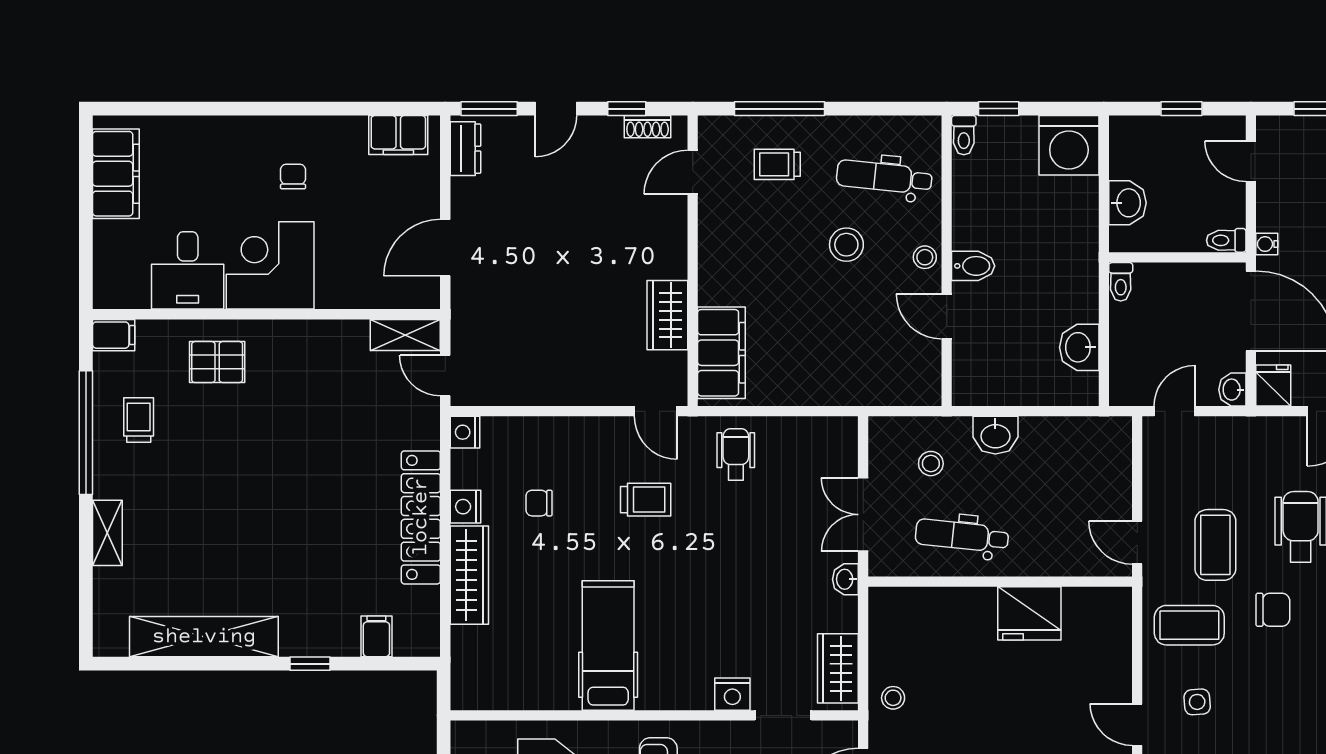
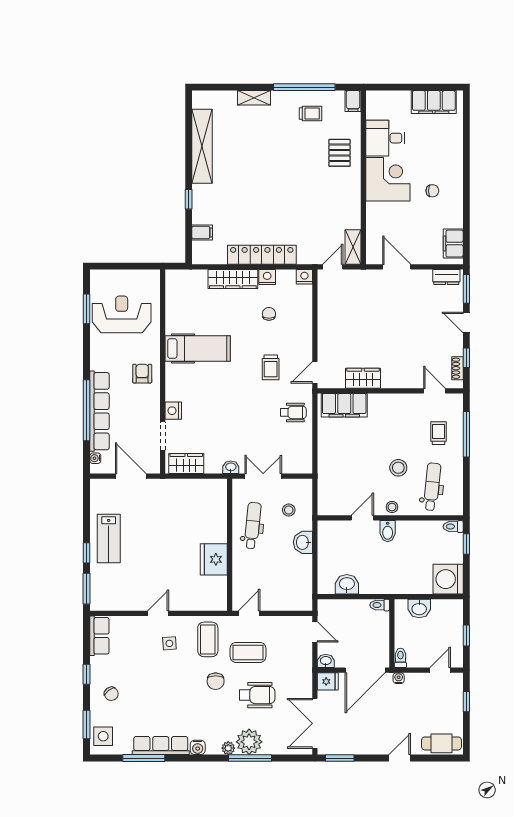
stool: (893, 698) -> (171, 491), removed

